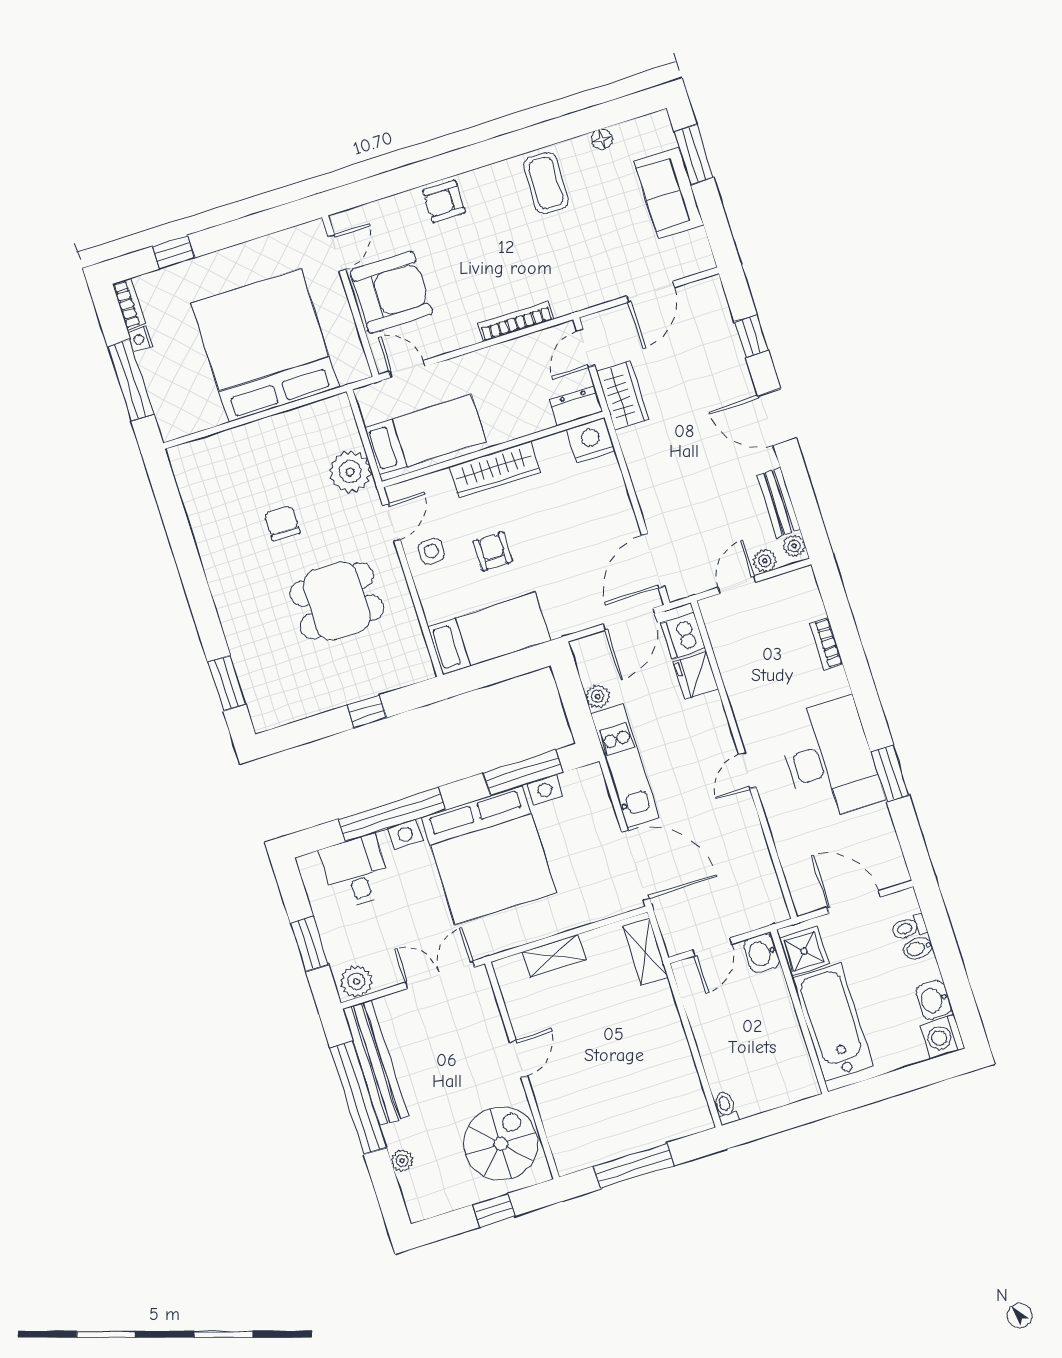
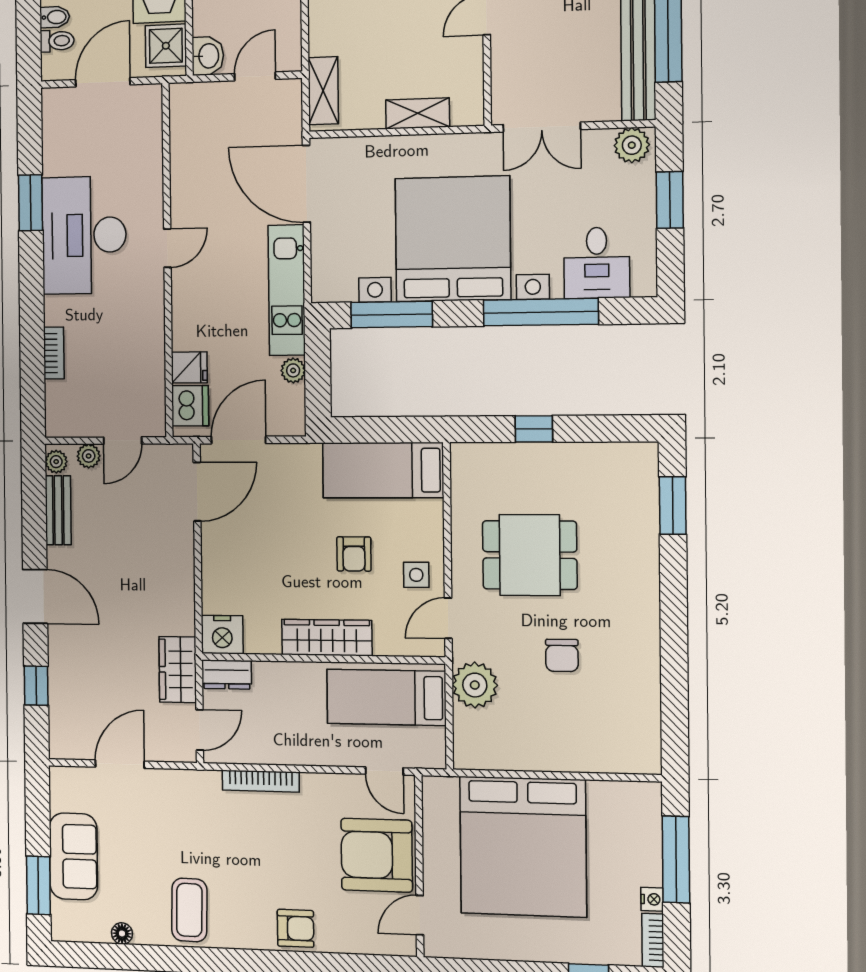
fridge: (696, 675) -> (189, 367), width x0.72
door: (854, 902) -> (103, 82), swing flipped

